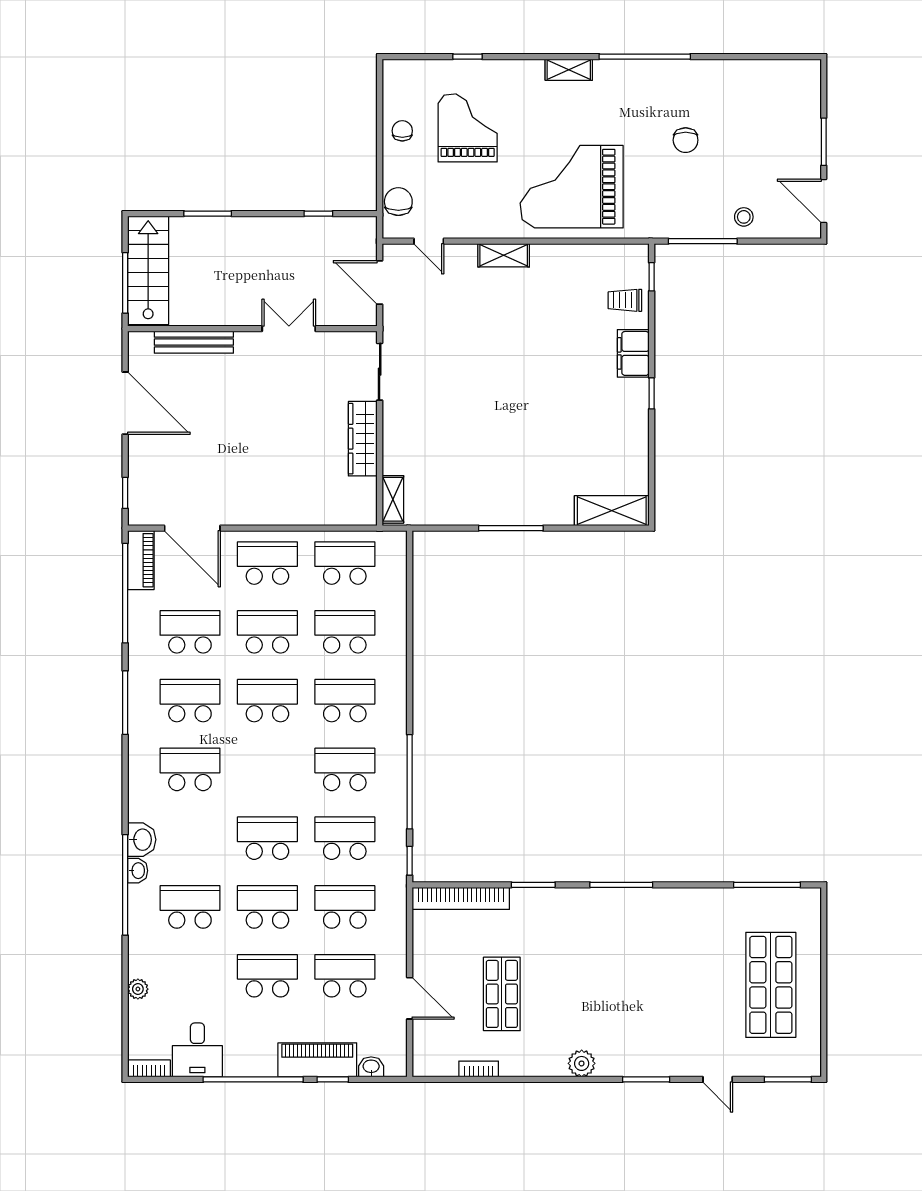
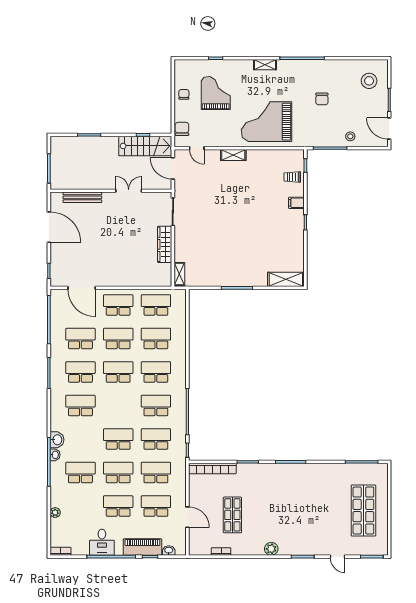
stool: (782, 103) -> (369, 81), added
stairs: (148, 270) -> (145, 146), moved, turned 90
filing cabinet: (633, 353) -> (296, 203), width x0.50
piano: (141, 560) -> (57, 304), removed
desk: (197, 1050) -> (102, 542), moved

